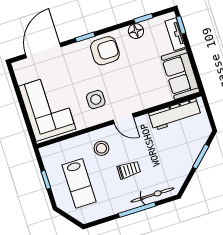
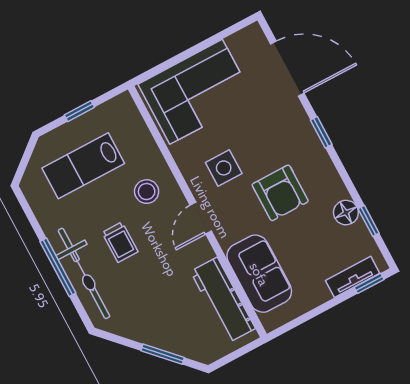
armchair: (105, 51) -> (280, 193), moved
sofa: (180, 74) -> (259, 274), moved, turned 90
bicycle: (152, 195) -> (84, 273), width x1.37, depth x1.40

